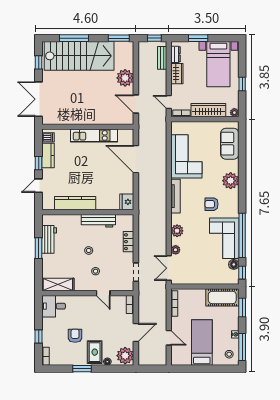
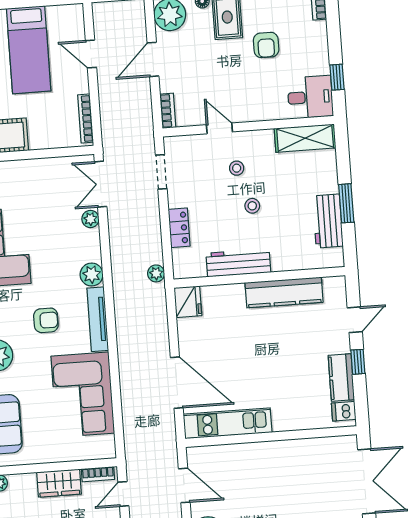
door: (169, 102) -> (123, 494), swing flipped
wardrobe: (208, 110) -> (59, 483), width x0.67
kitchen unit: (94, 135) -> (228, 423), moved
armchair: (212, 204) -> (46, 320), moved
plant: (143, 218) -> (156, 273), added
plant: (177, 231) -> (92, 275), moved
double door: (169, 268) -> (101, 184), swing flipped
window: (39, 336) -> (337, 77), moved

